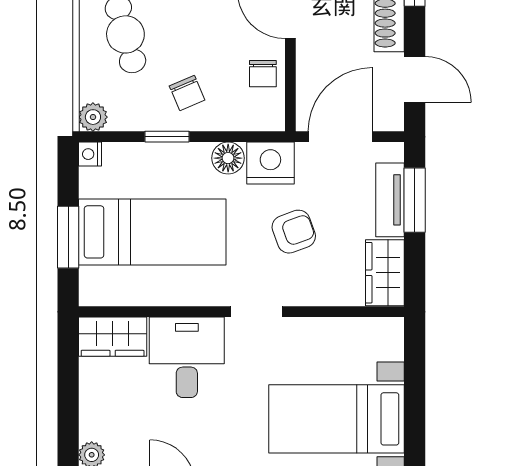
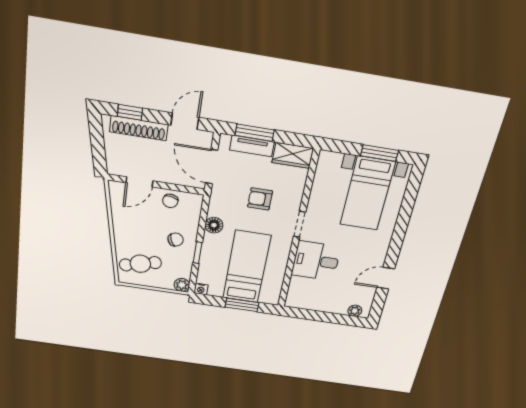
chair: (263, 74) -> (170, 201), turned 101
nightstand: (270, 163) -> (220, 205), removed
armchair: (294, 232) -> (260, 199), turned -70
wardrobe: (113, 337) -> (297, 293), removed
window: (415, 421) -> (380, 153), added

